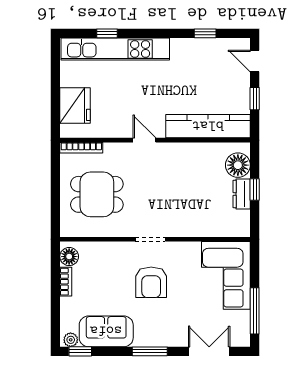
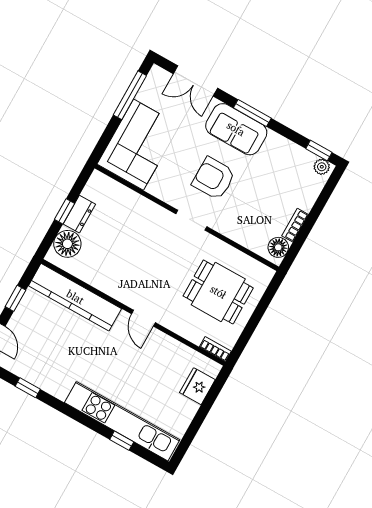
fridge: (75, 106) -> (197, 386), width x0.73, depth x0.75
bookcase: (81, 148) -> (215, 349), width x0.64
armchair: (151, 282) -> (214, 178), turned -90
sofa: (106, 331) -> (236, 129), moved

